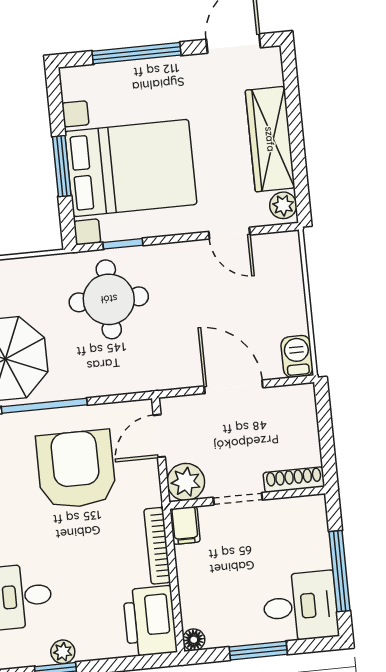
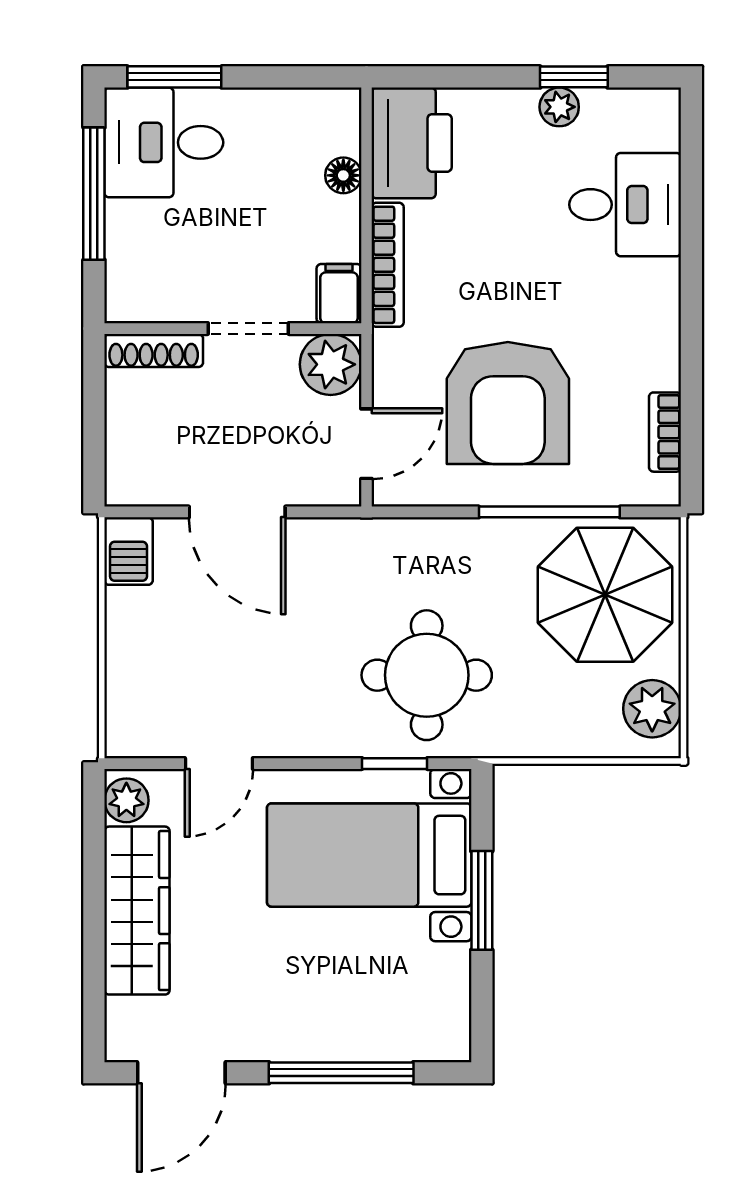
bed with nightstands: (131, 168) -> (369, 855), width x0.73
door: (229, 233) -> (219, 764), swing flipped
floor lamp: (194, 640) -> (343, 175), moved
window: (258, 651) -> (174, 77), moved

